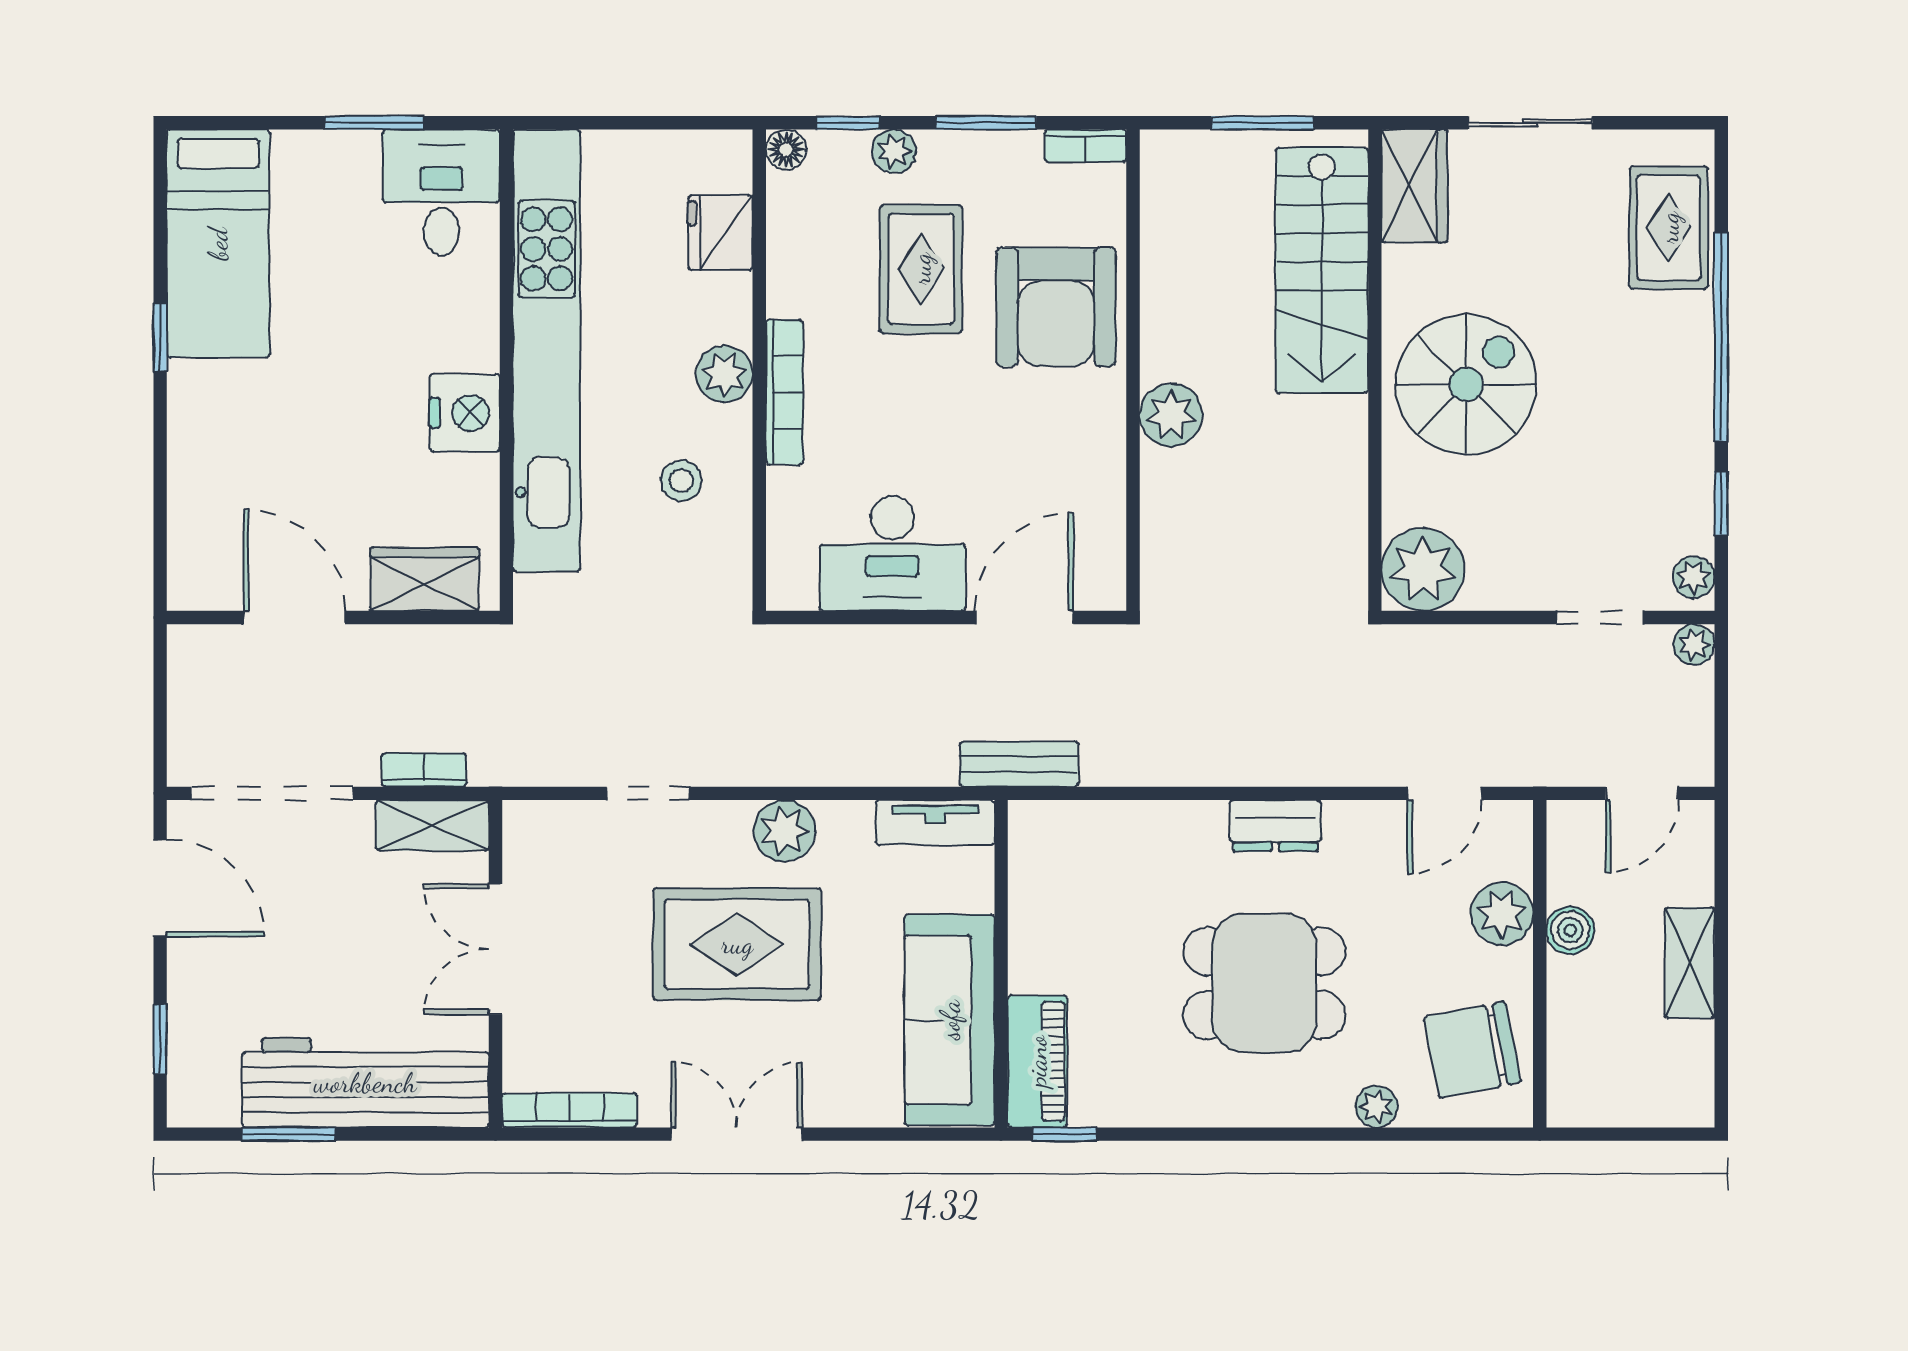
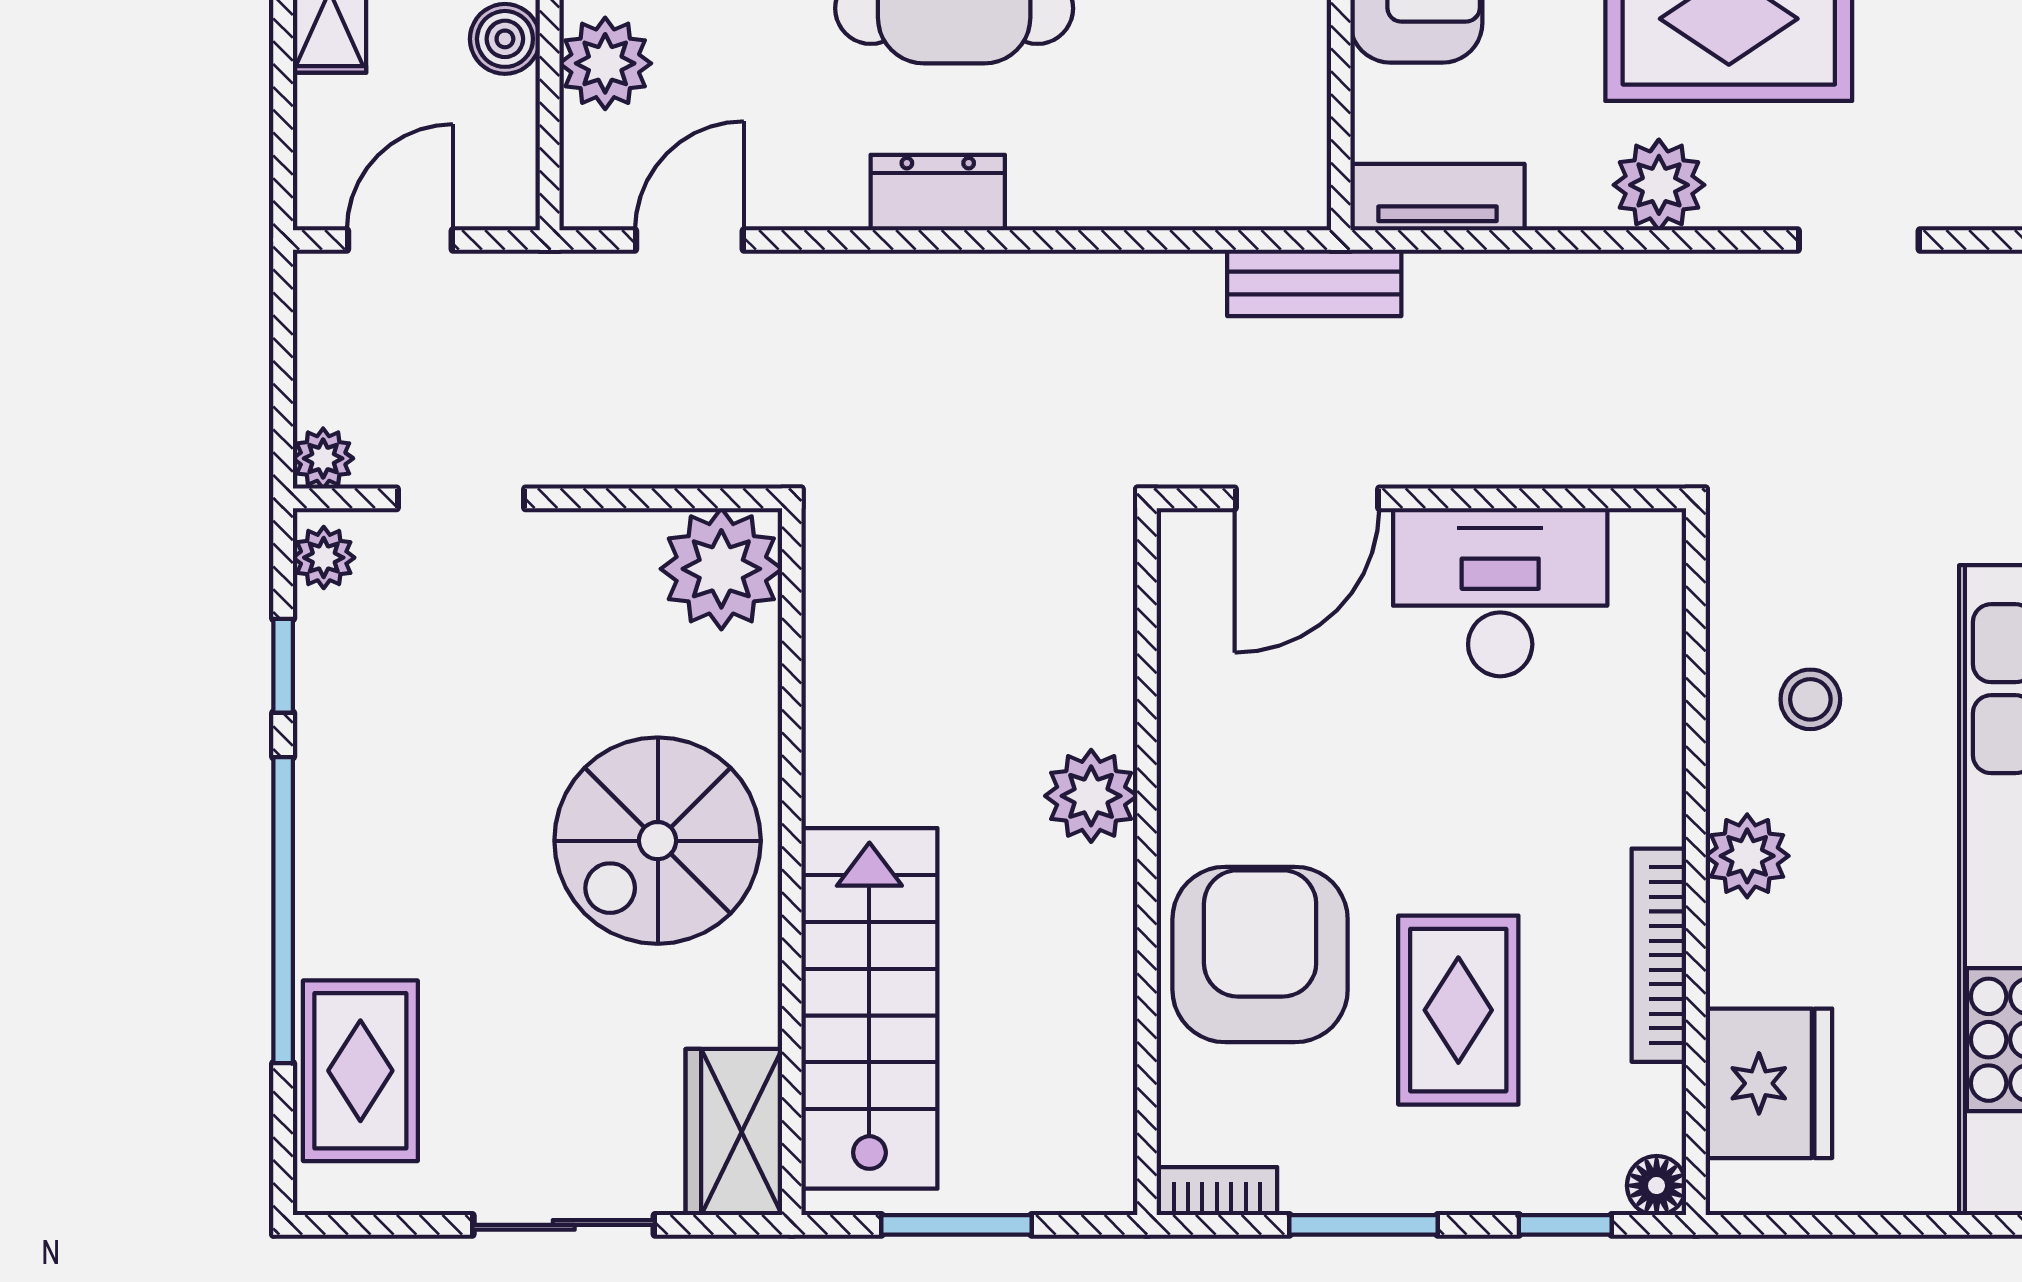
plant: (894, 151) -> (1498, 1183), removed
fridge: (720, 233) -> (1769, 1083), width x1.36, depth x1.34
bookcase: (784, 392) -> (1659, 955), moved

